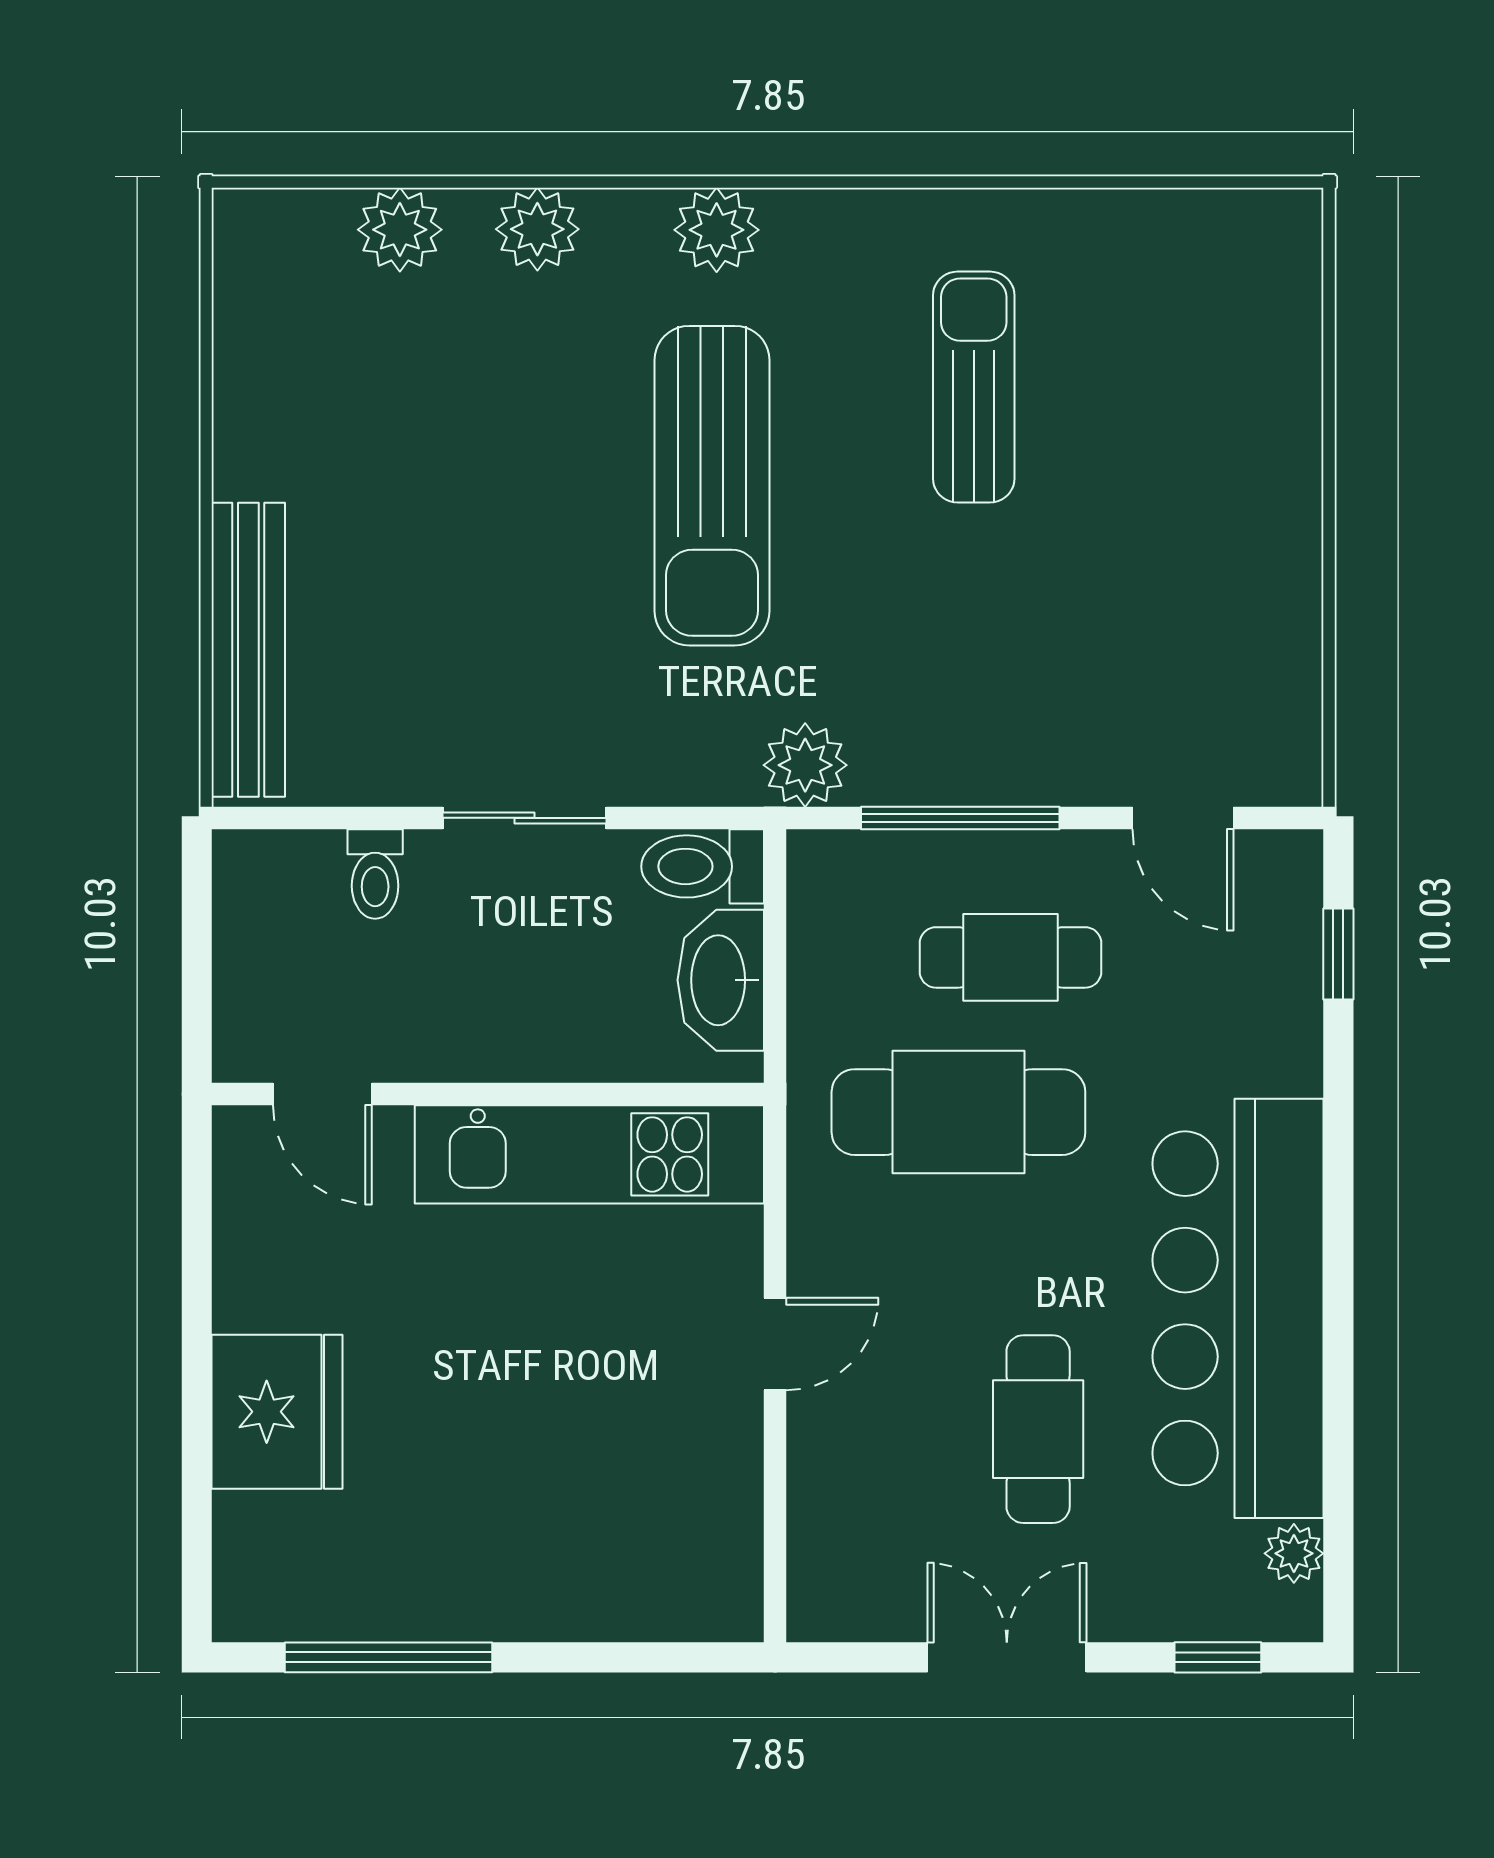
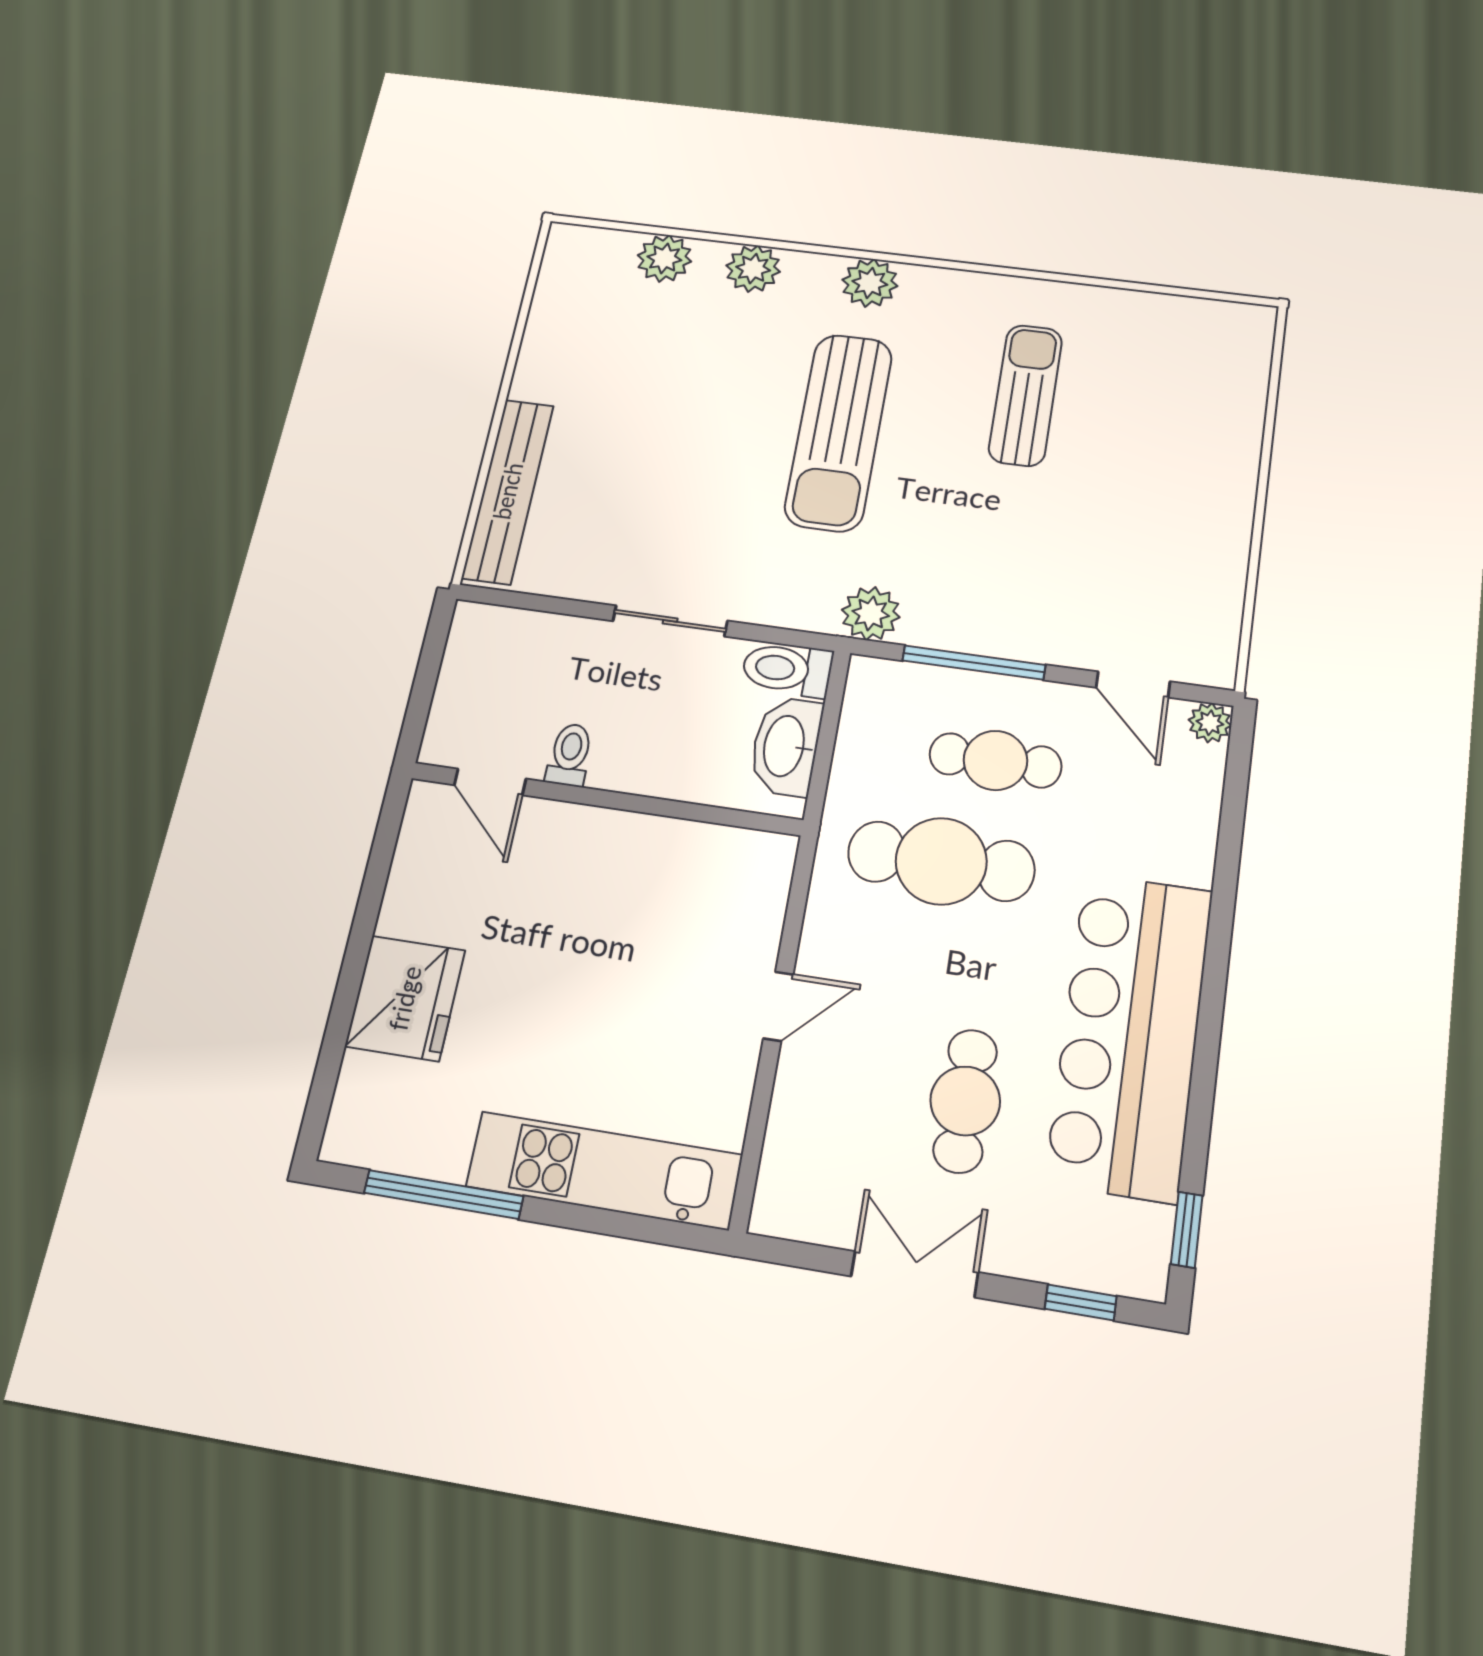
toilet: (375, 874) -> (570, 755), moved, turned 180
window: (1338, 954) -> (1187, 1230), moved
kitchen unit: (589, 1154) -> (604, 1170), moved, turned 180
plant: (1294, 1553) -> (1210, 723), moved

